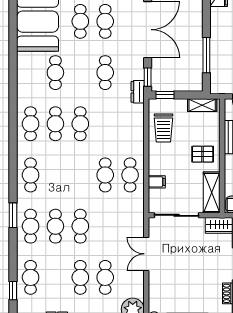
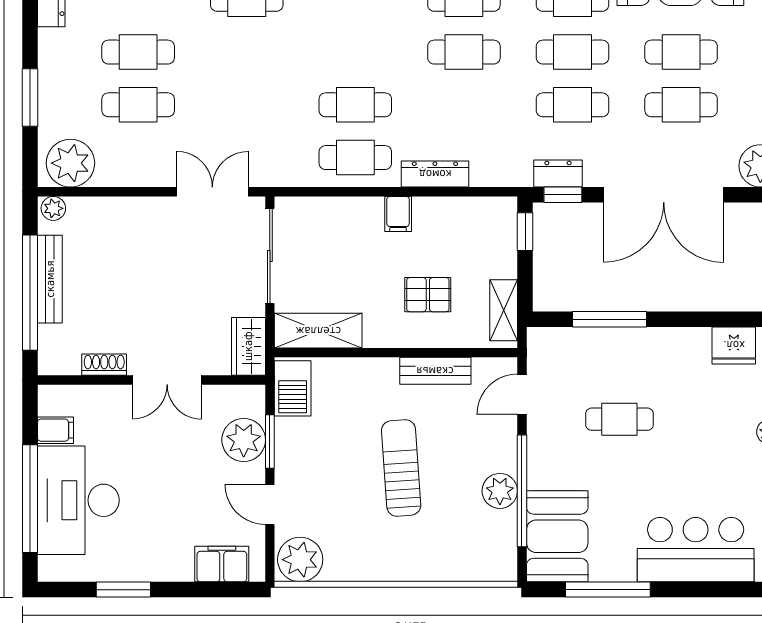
dresser: (138, 92) -> (558, 174), moved
trolley: (163, 128) -> (455, 228), removed
dresser: (138, 137) -> (435, 174), added
pallet: (203, 154) -> (428, 295), moved, turned 90
filing cabinet: (157, 182) -> (398, 214), moved
cafe table: (80, 226) -> (572, 52), moved
double door: (146, 254) -> (212, 192), moved

